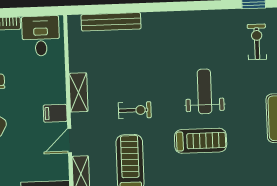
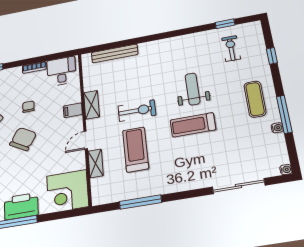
exercise bike: (135, 110) -> (137, 111), width x1.38, depth x1.39
filing cabinet: (55, 113) -> (73, 110), moved
treadmill: (201, 141) -> (193, 125), turned 180

